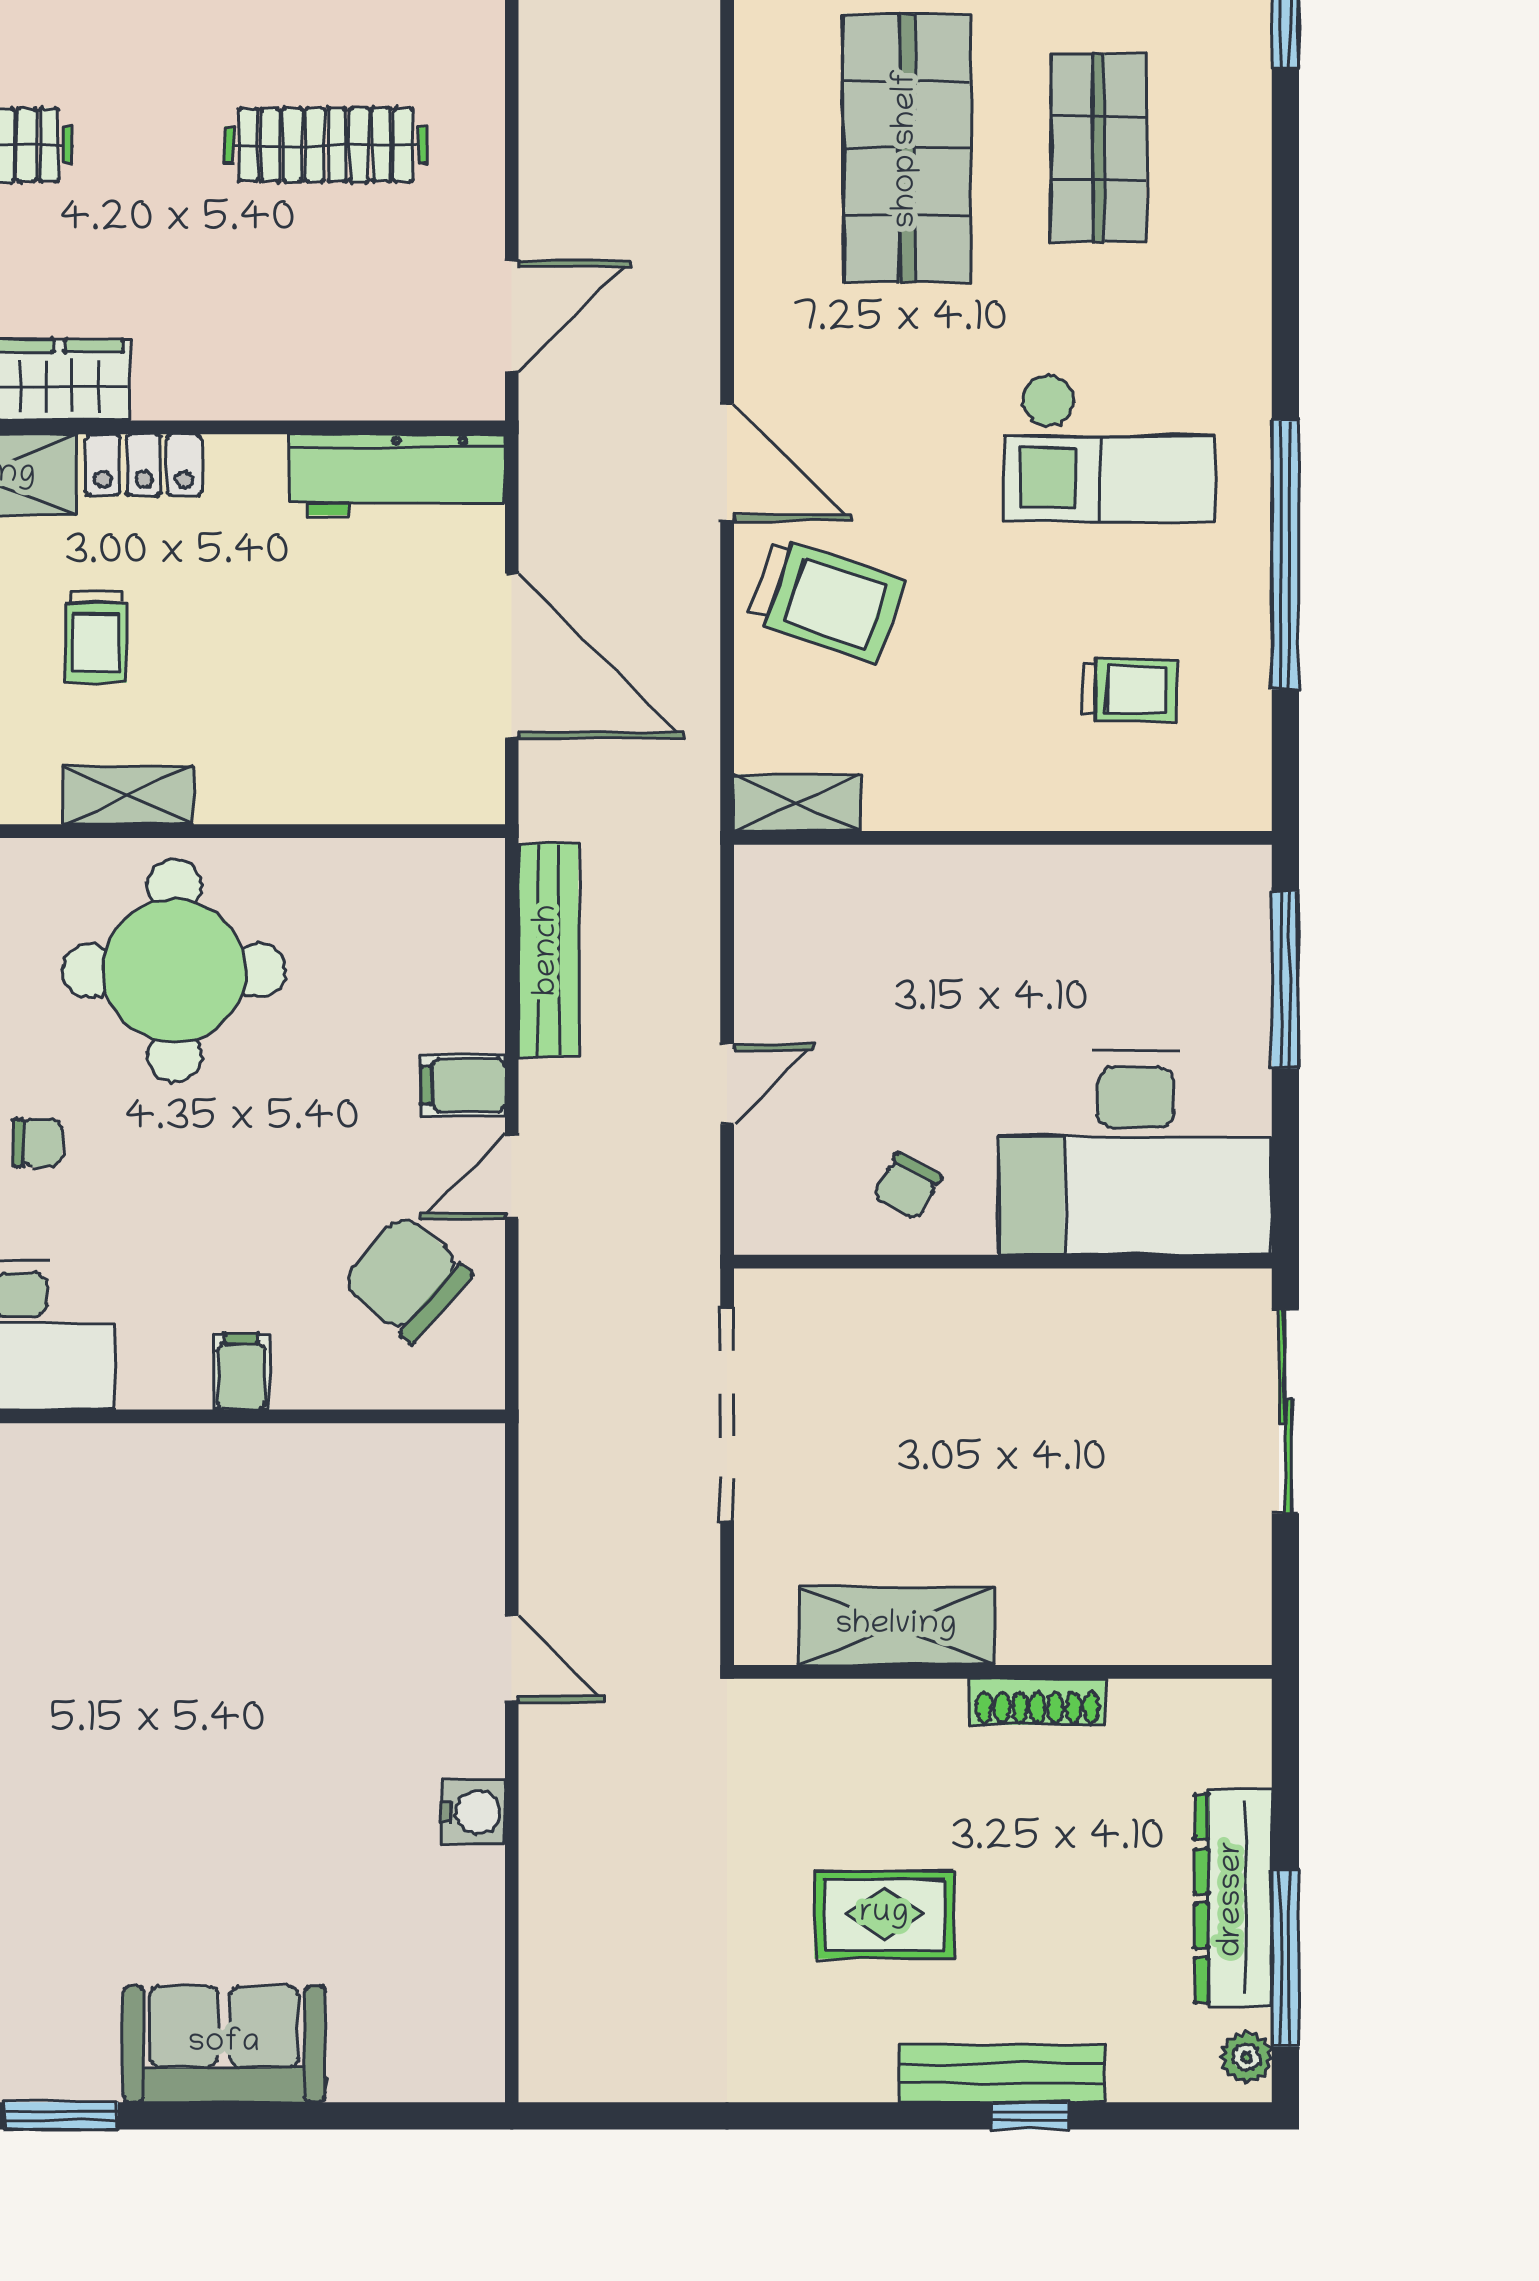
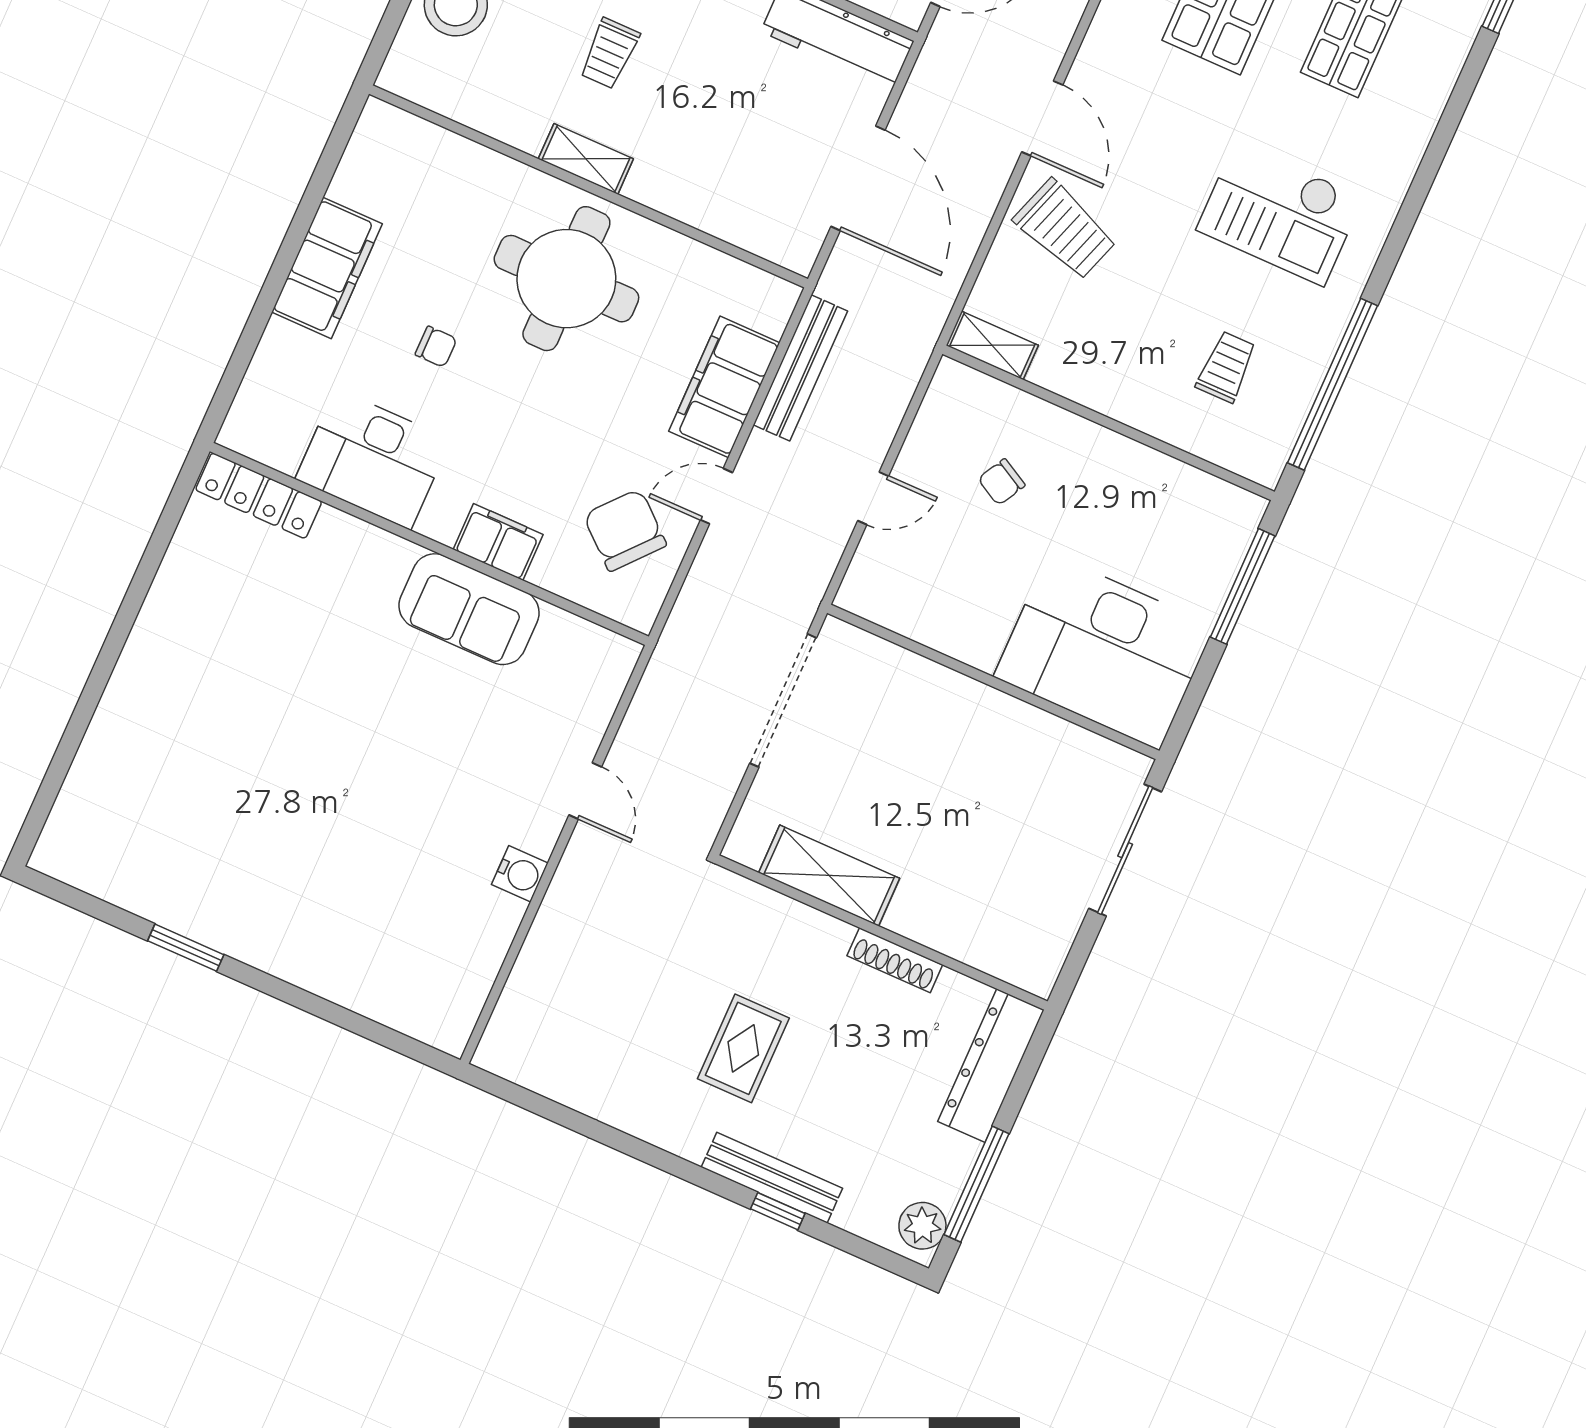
window: (1285, 555) -> (1333, 384), moved
trolley: (1130, 690) -> (1226, 367), turned -91
filing cabinet: (463, 1085) -> (724, 387), width x3.00, depth x1.17
chair: (907, 1186) -> (1002, 482), moved
filing cabinet: (241, 1372) -> (498, 542), width x2.00
dresser: (1233, 1899) -> (991, 1066), moved
rug: (884, 1914) -> (743, 1048), turned 90
sofa: (224, 2044) -> (469, 609), moved, turned 180
plant: (1246, 2057) -> (922, 1226), width x1.38, depth x1.38

